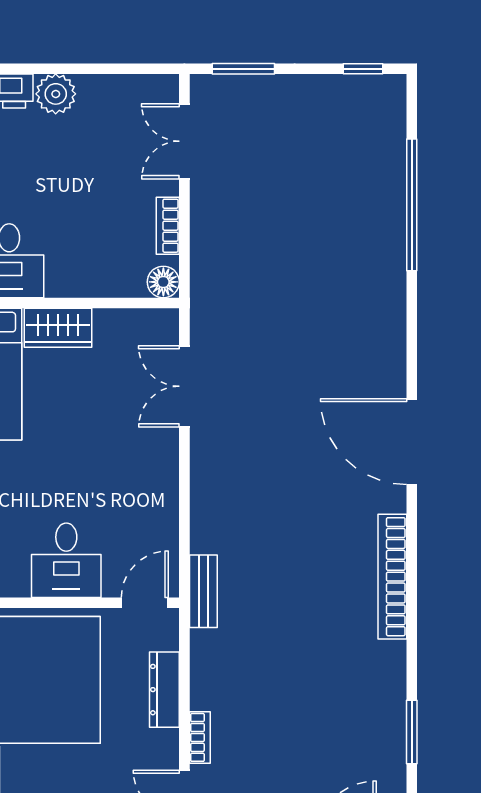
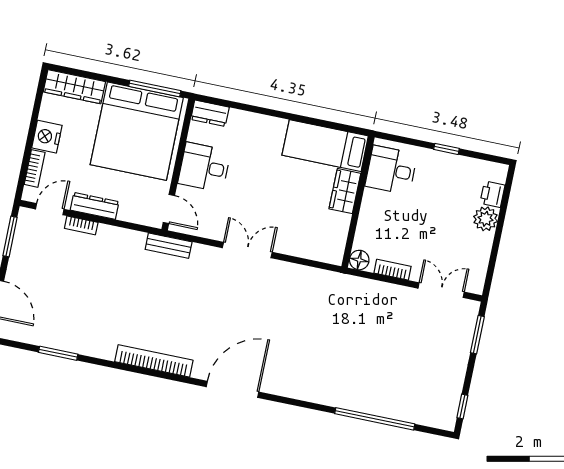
double door: (184, 386) -> (247, 250), moved
dresser: (164, 690) -> (95, 206), moved

